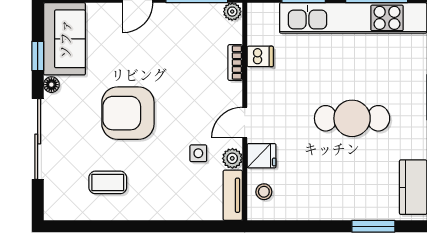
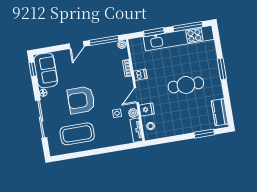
window: (38, 56) -> (33, 69), moved
dishwasher: (260, 56) -> (140, 75), moved
coffee table: (108, 182) -> (77, 134), width x1.86, depth x1.72

